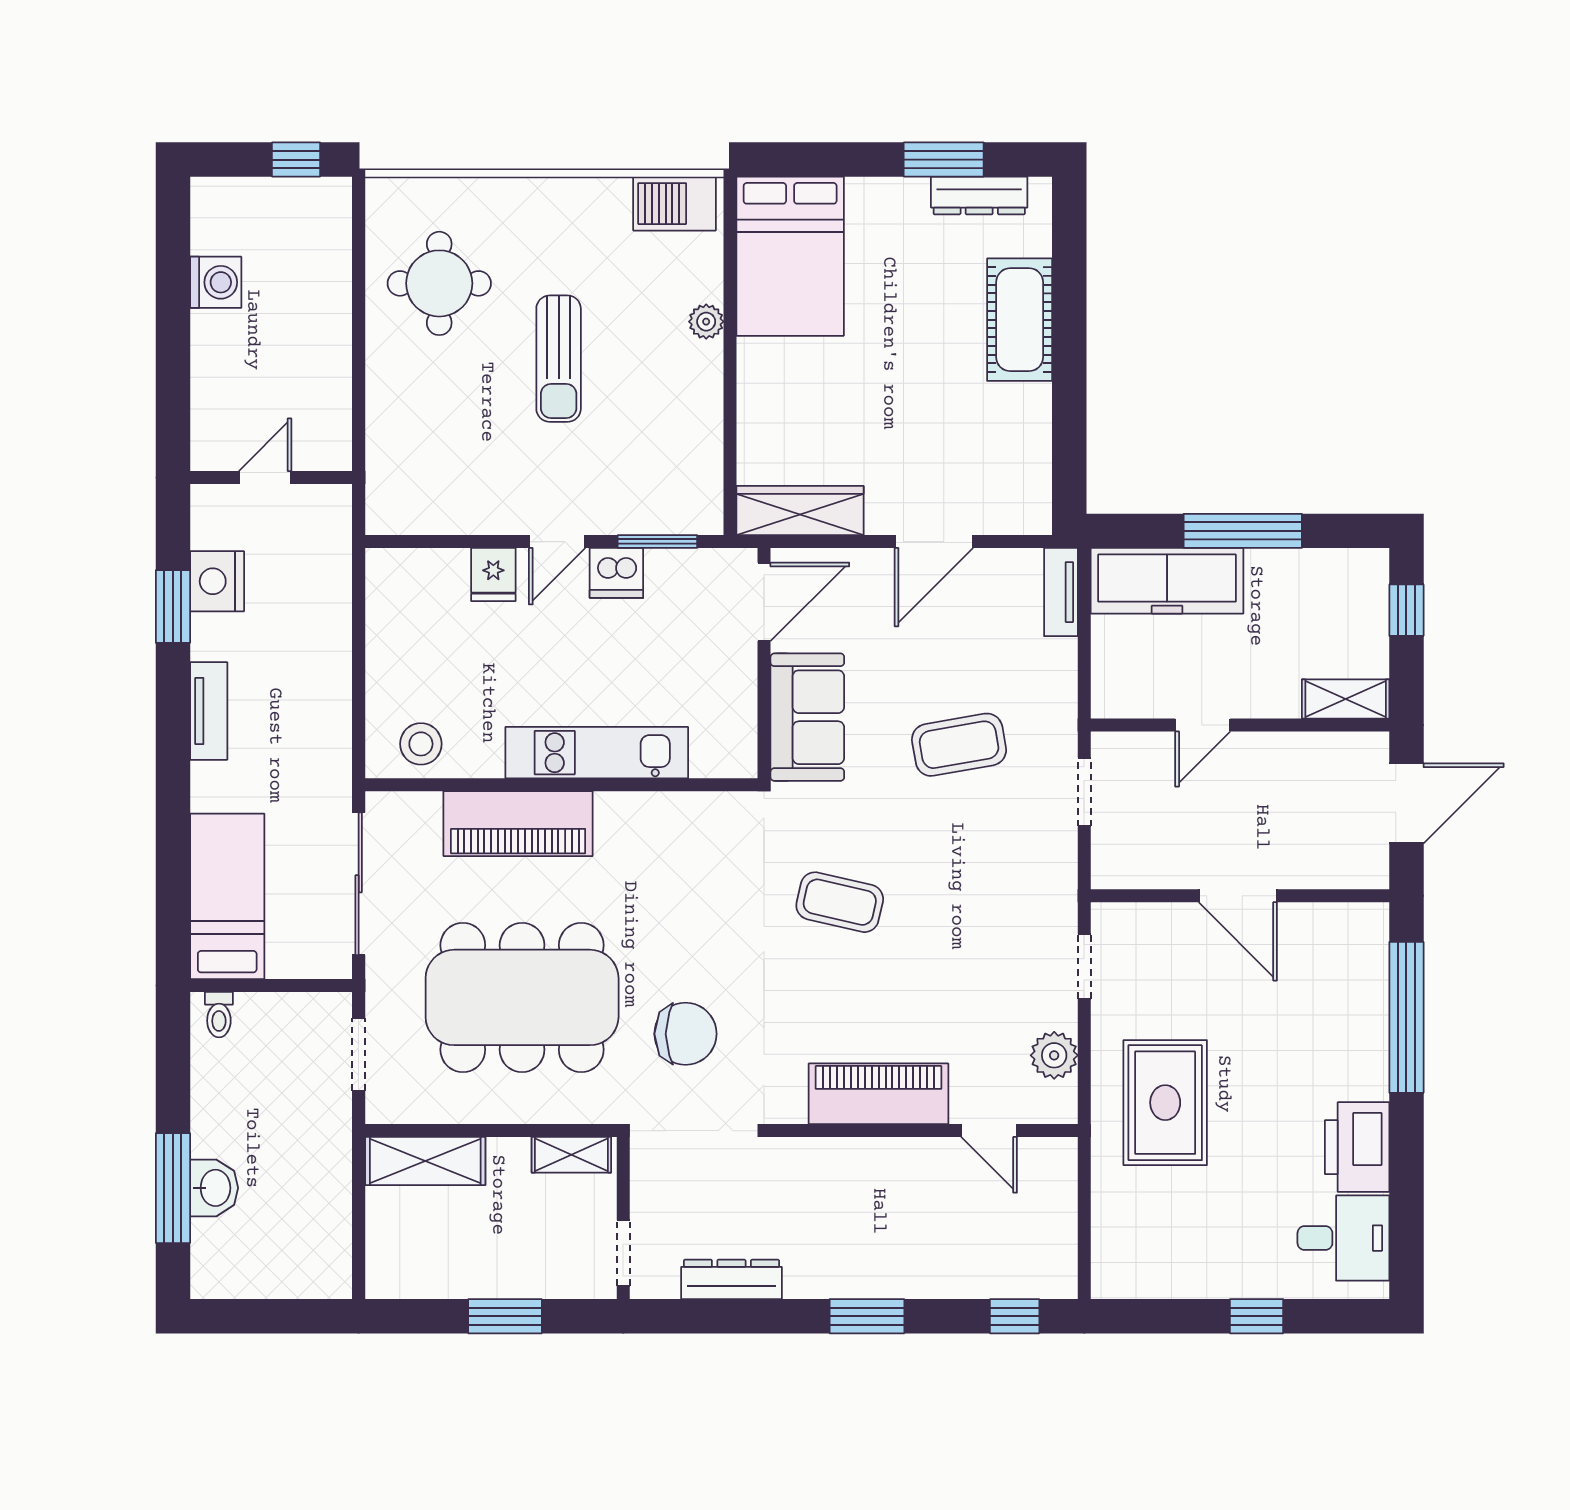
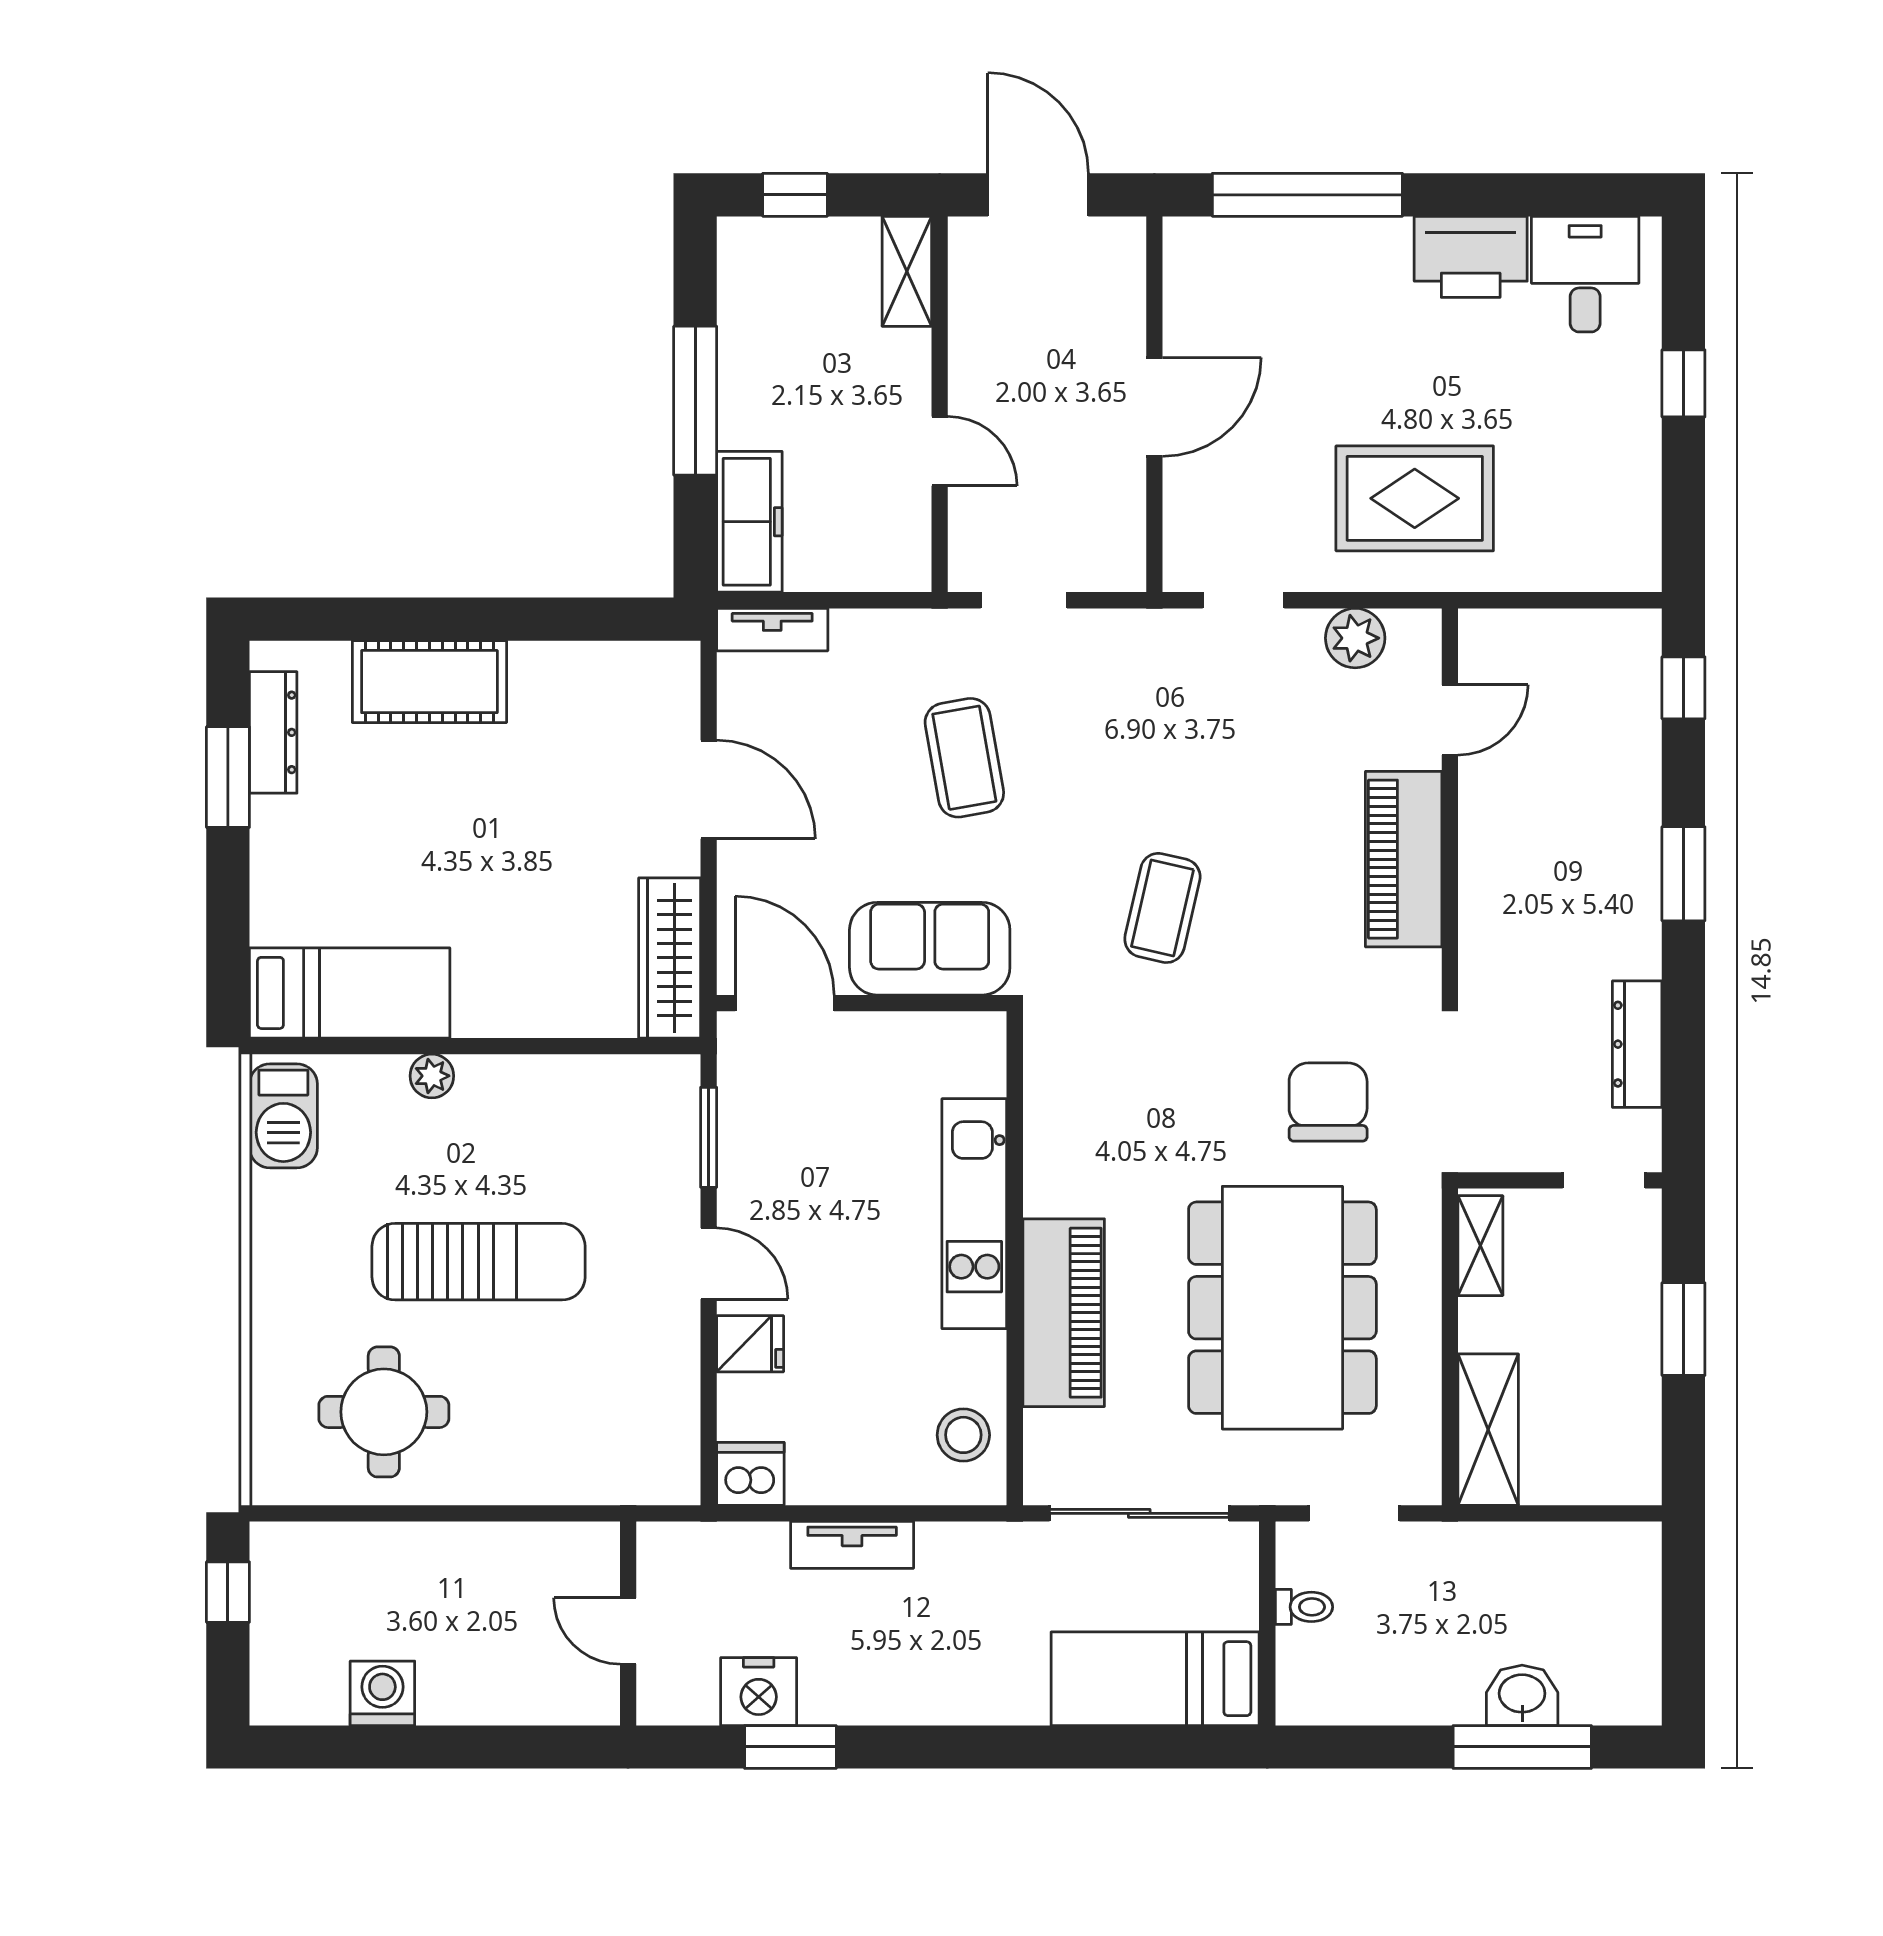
bed: (790, 256) -> (350, 993), width x0.67
sun lounger: (559, 359) -> (479, 1262), width x1.36, depth x1.34
dishwasher: (616, 573) -> (750, 1474), moved, turned -90
freezer: (1167, 581) -> (749, 522), width x0.73, depth x0.79
tv unit: (209, 711) -> (852, 1545), moved, turned 180
toilet: (219, 1015) -> (1304, 1607), moved

